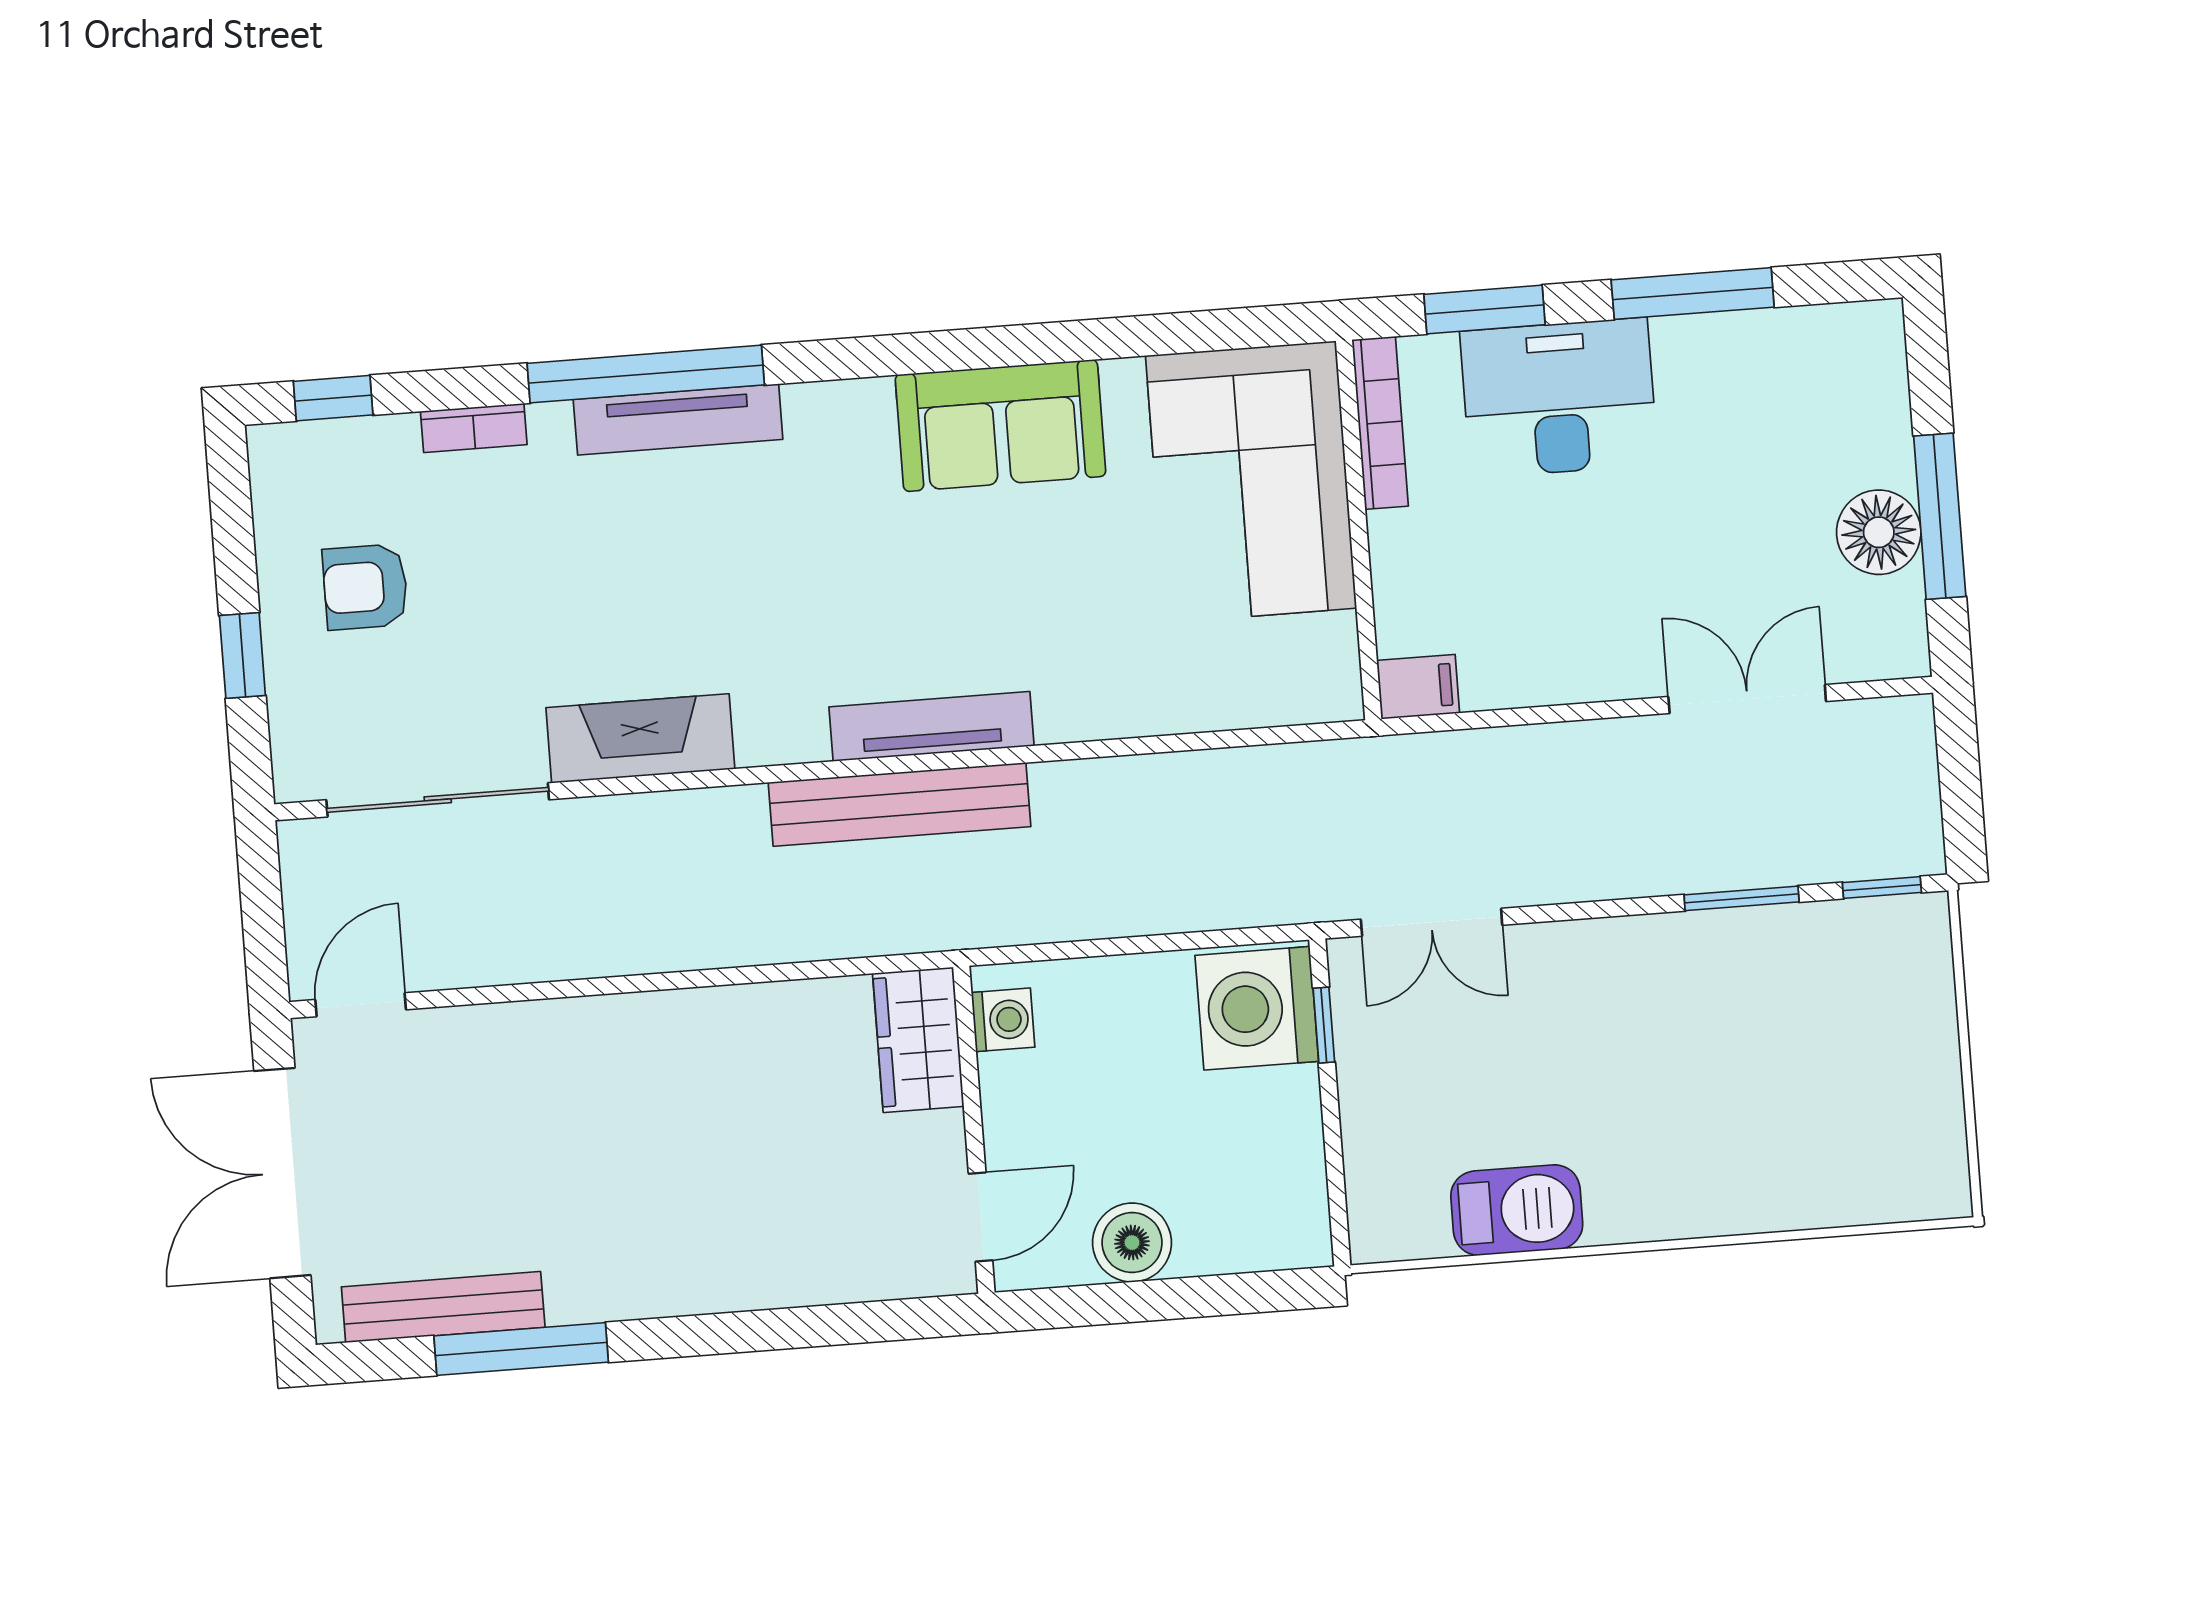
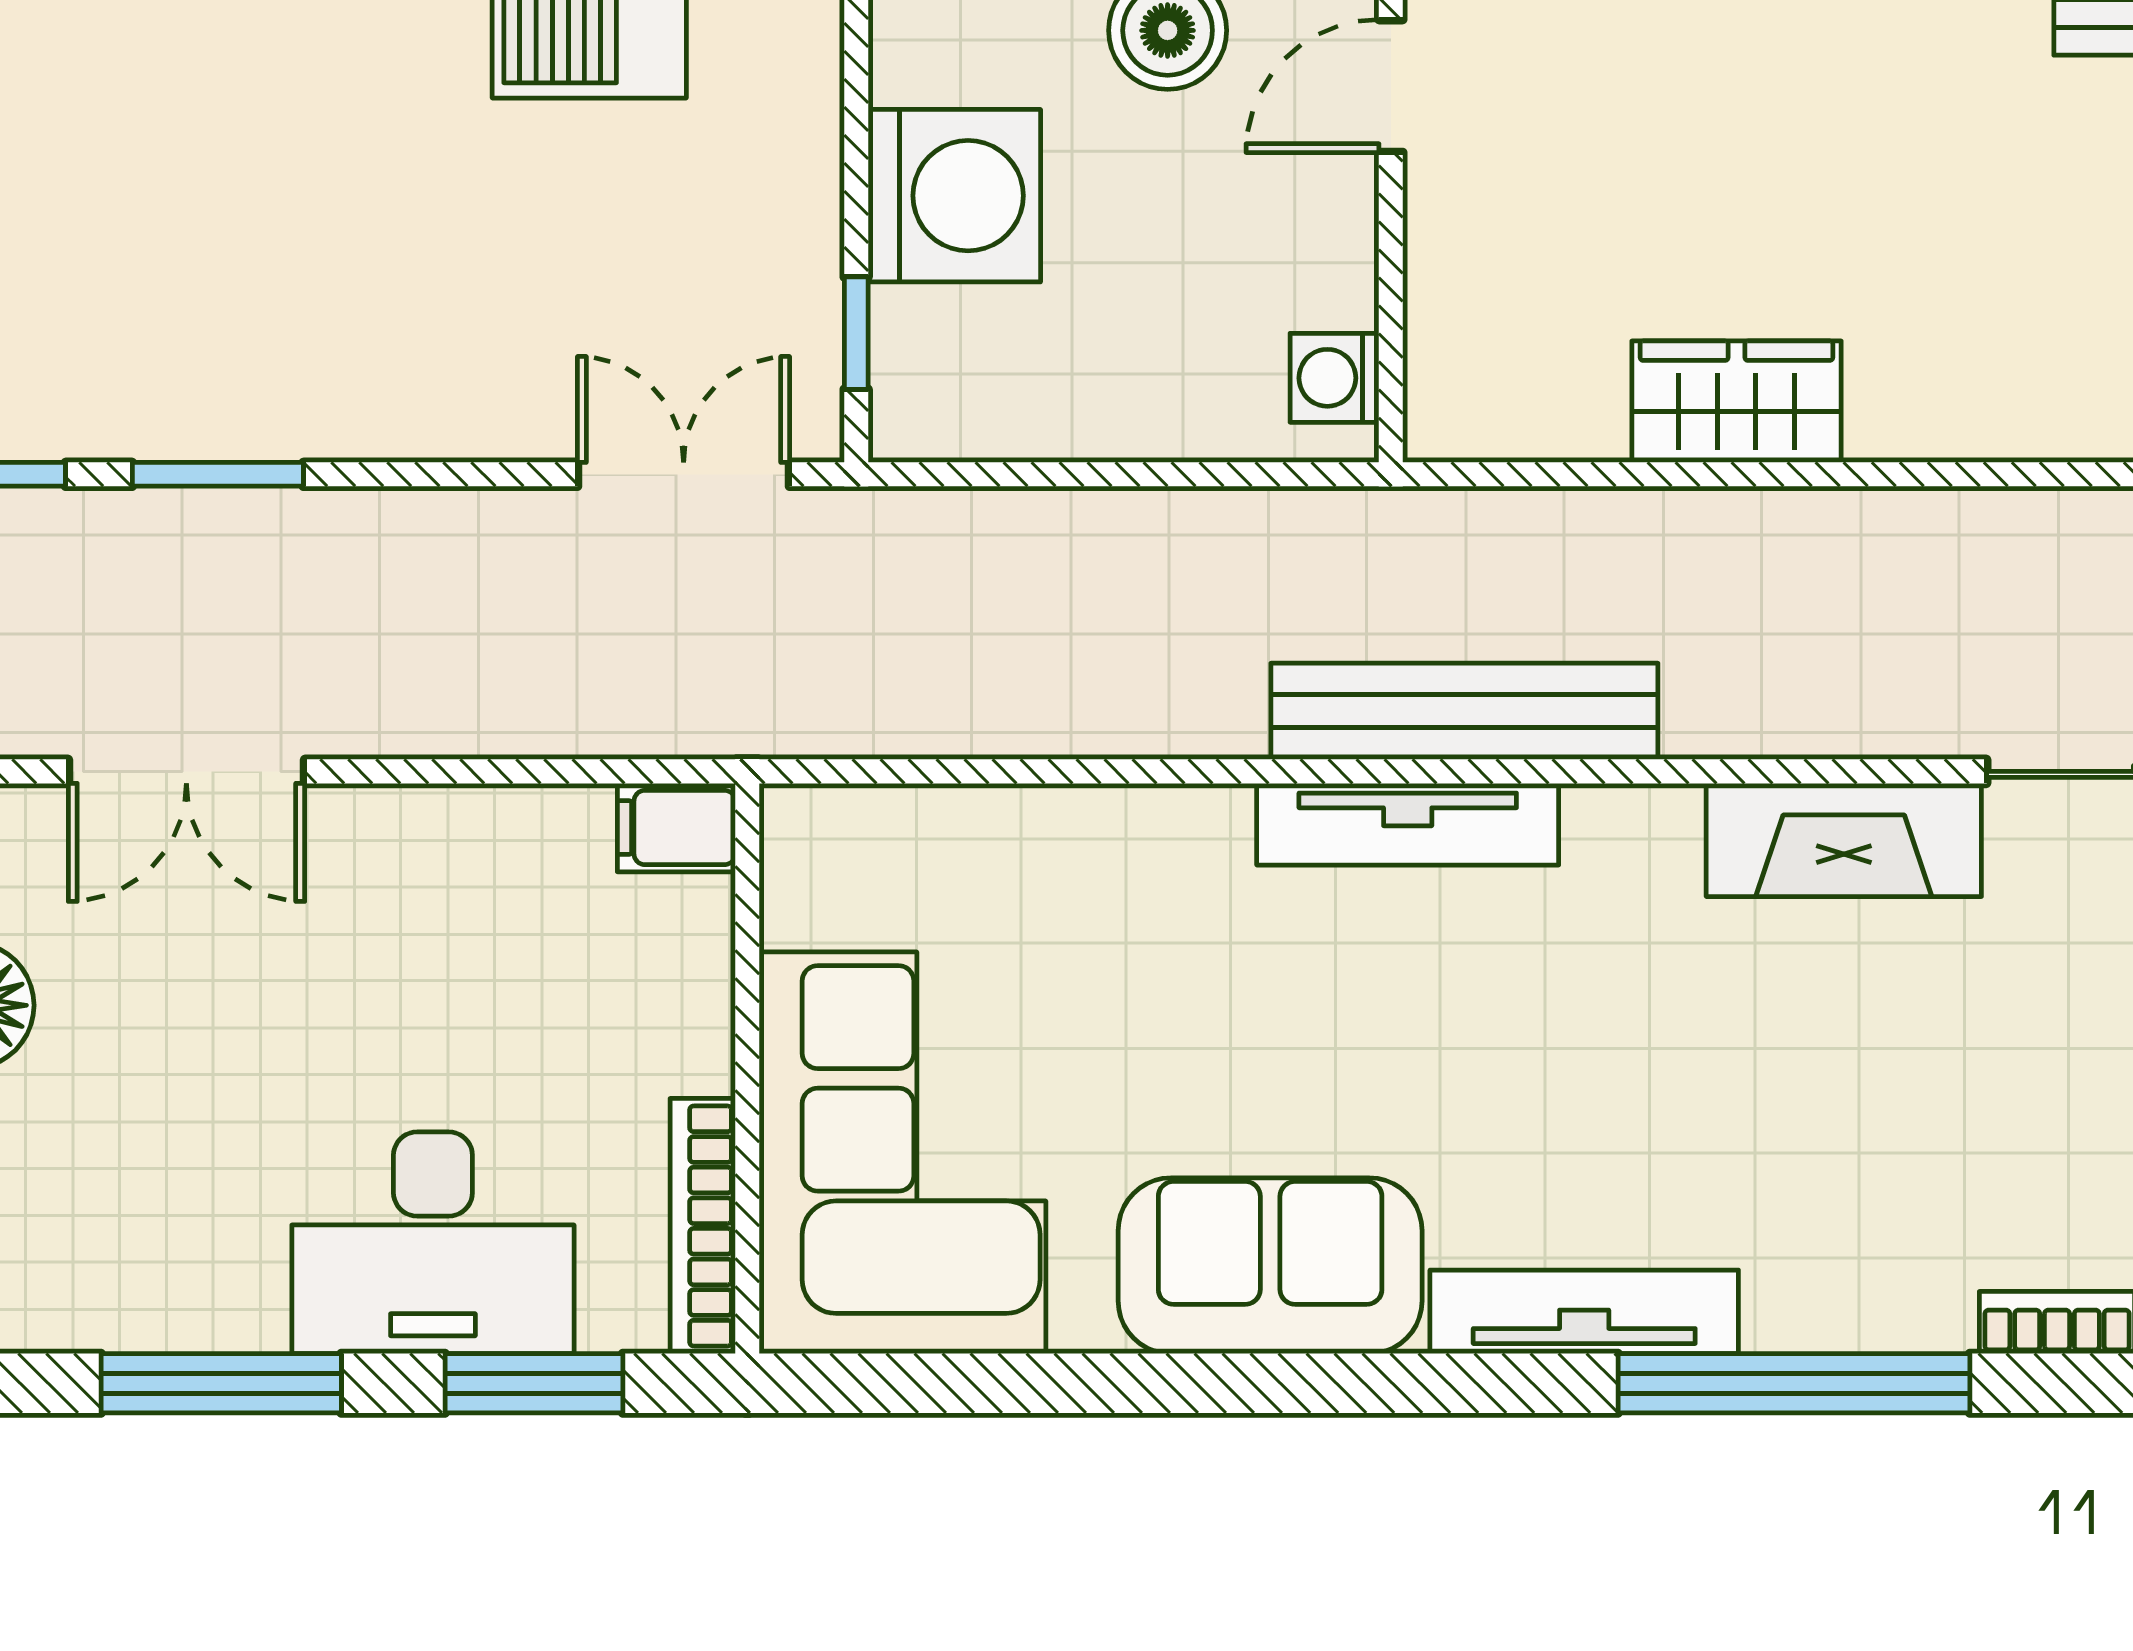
tv unit: (678, 419) -> (1584, 1312), moved
washing machine: (1257, 1008) -> (954, 196), moved
wardrobe: (918, 1040) -> (1736, 402), moved, turned -90

